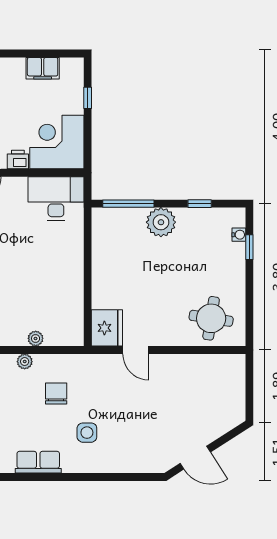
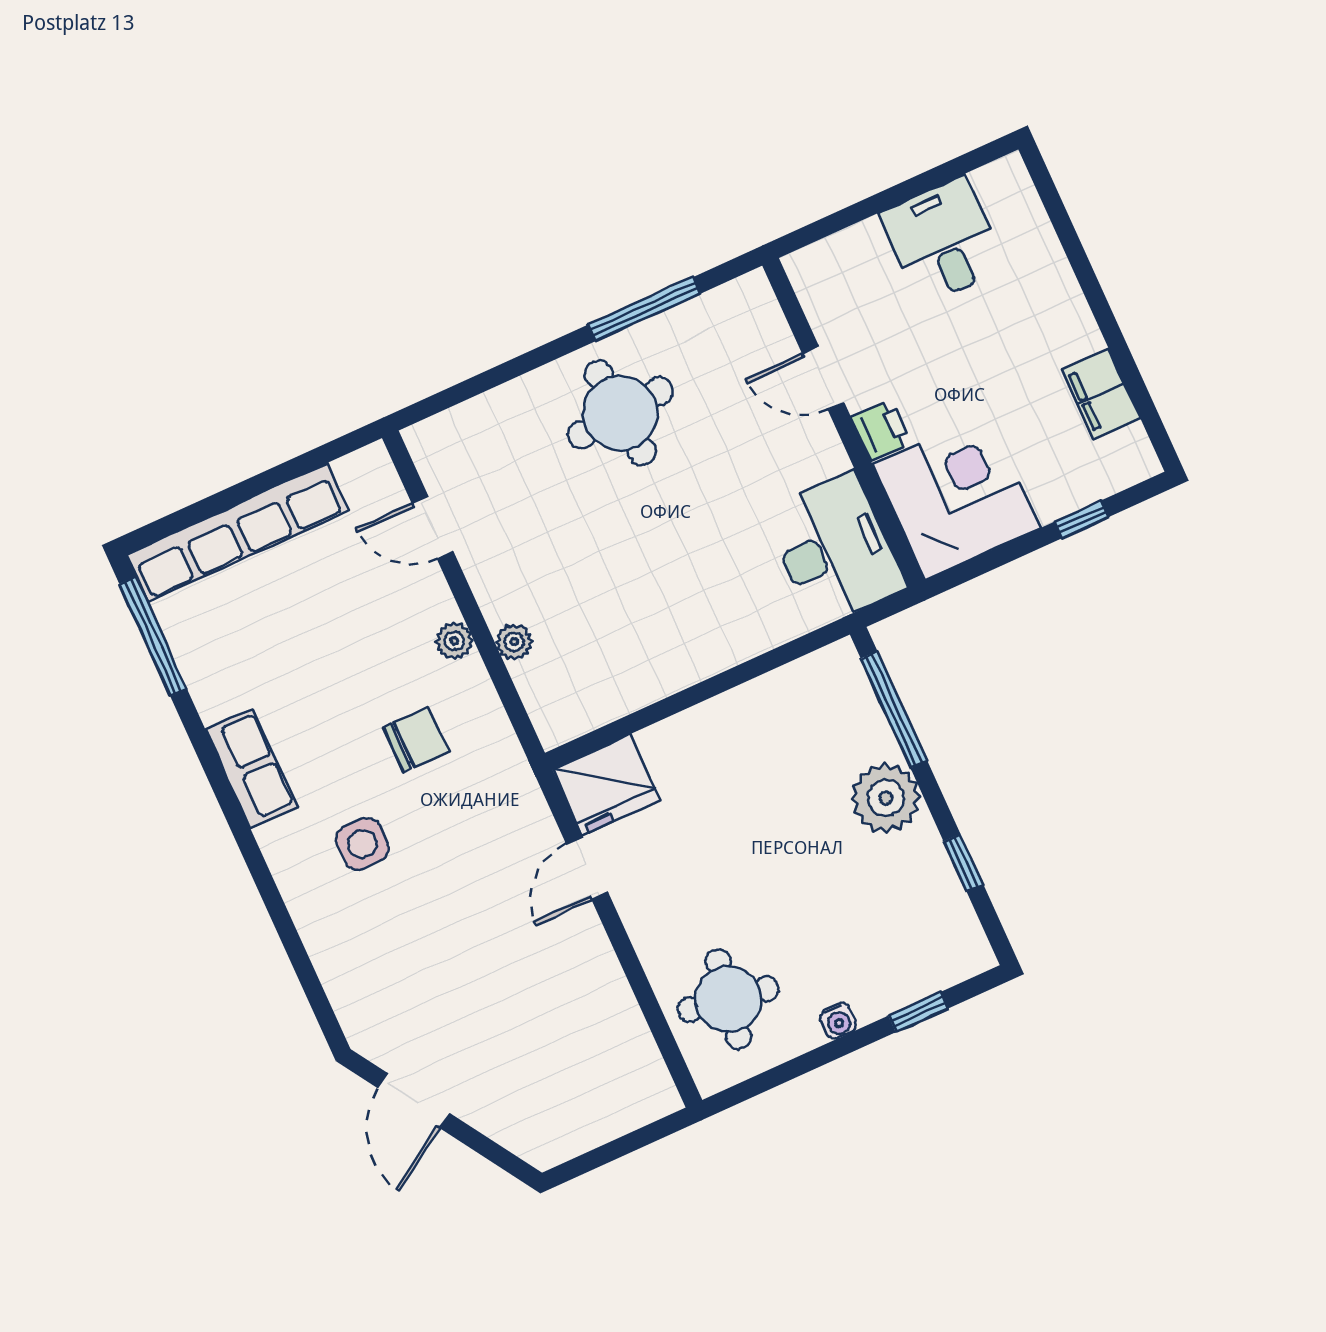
water cooler: (239, 235) -> (838, 1021), moved

